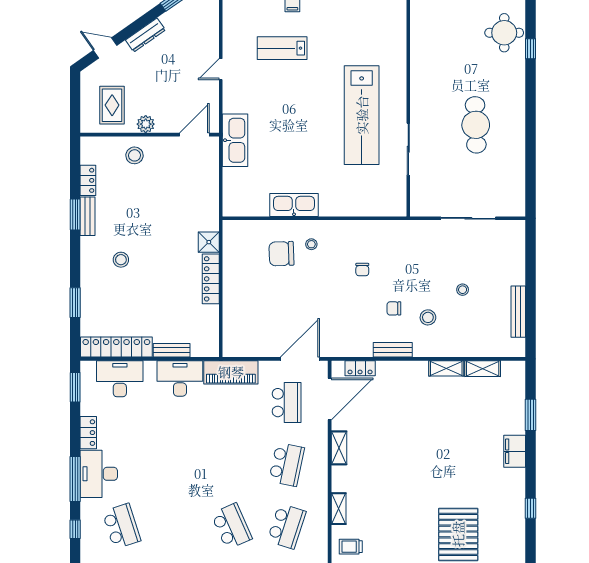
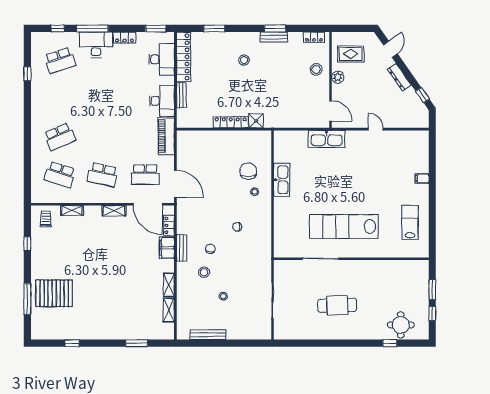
lab bench: (282, 48) -> (410, 222), moved
locker: (88, 180) -> (314, 37), moved
filing cabinet: (515, 451) -> (167, 248), moved, turned -90

